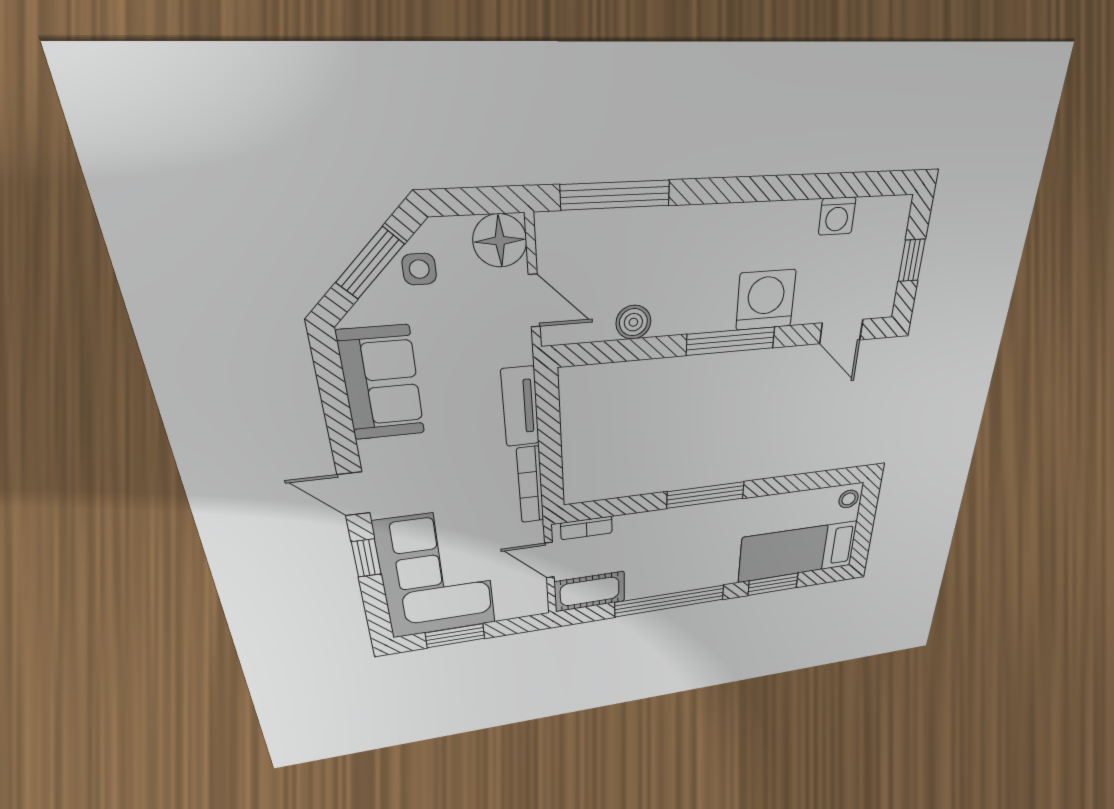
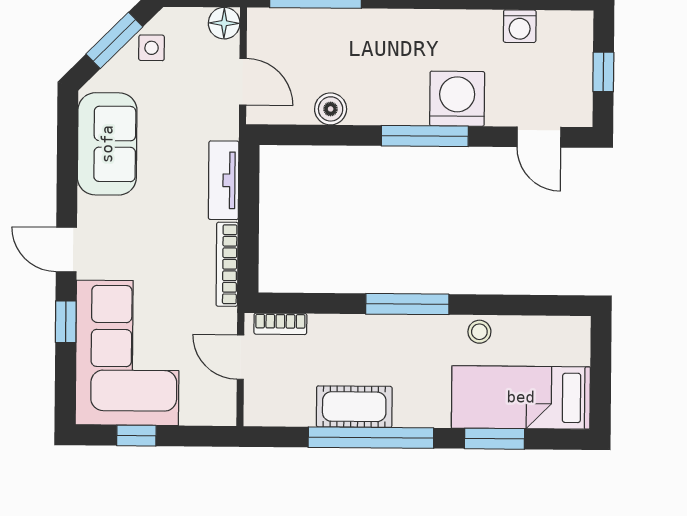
floor lamp: (500, 241) -> (224, 23), width x0.73, depth x0.73
stool: (849, 499) -> (479, 332), moved
cot: (590, 591) -> (354, 407), moved
window: (455, 636) -> (136, 436), width x0.67

